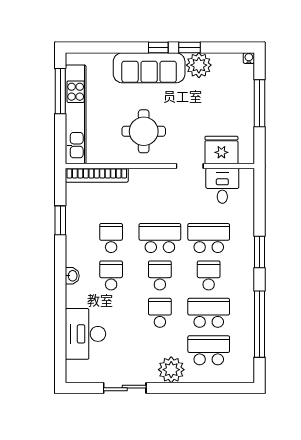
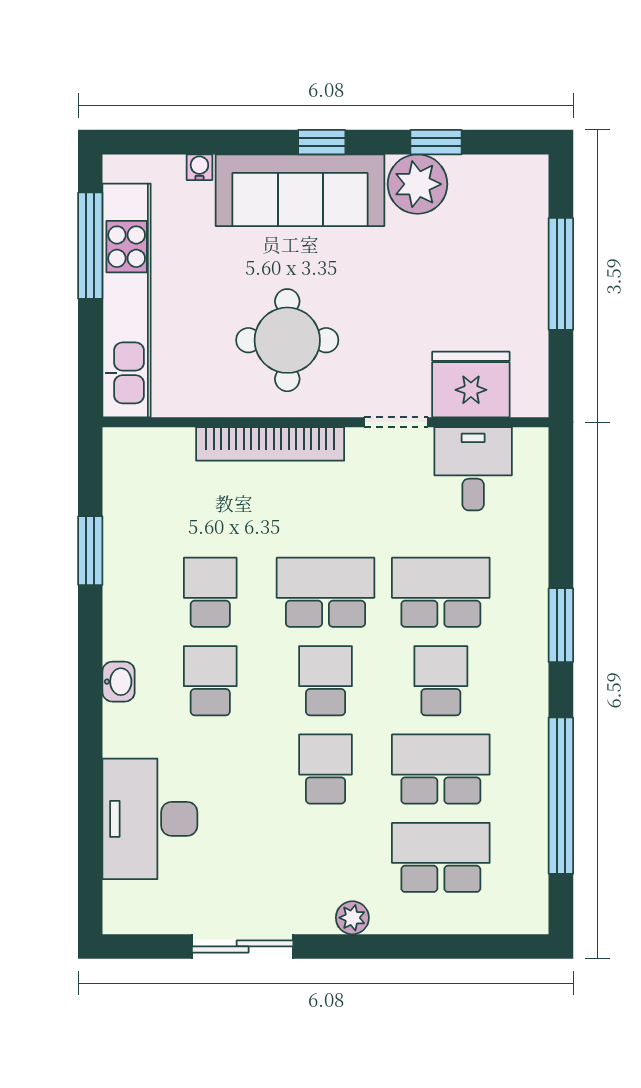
window: (190, 47) -> (436, 142), moved
water cooler: (249, 58) -> (199, 167), moved
bookcase: (97, 175) -> (270, 444), moved
plant: (171, 370) -> (352, 918), width x0.53, depth x0.53

